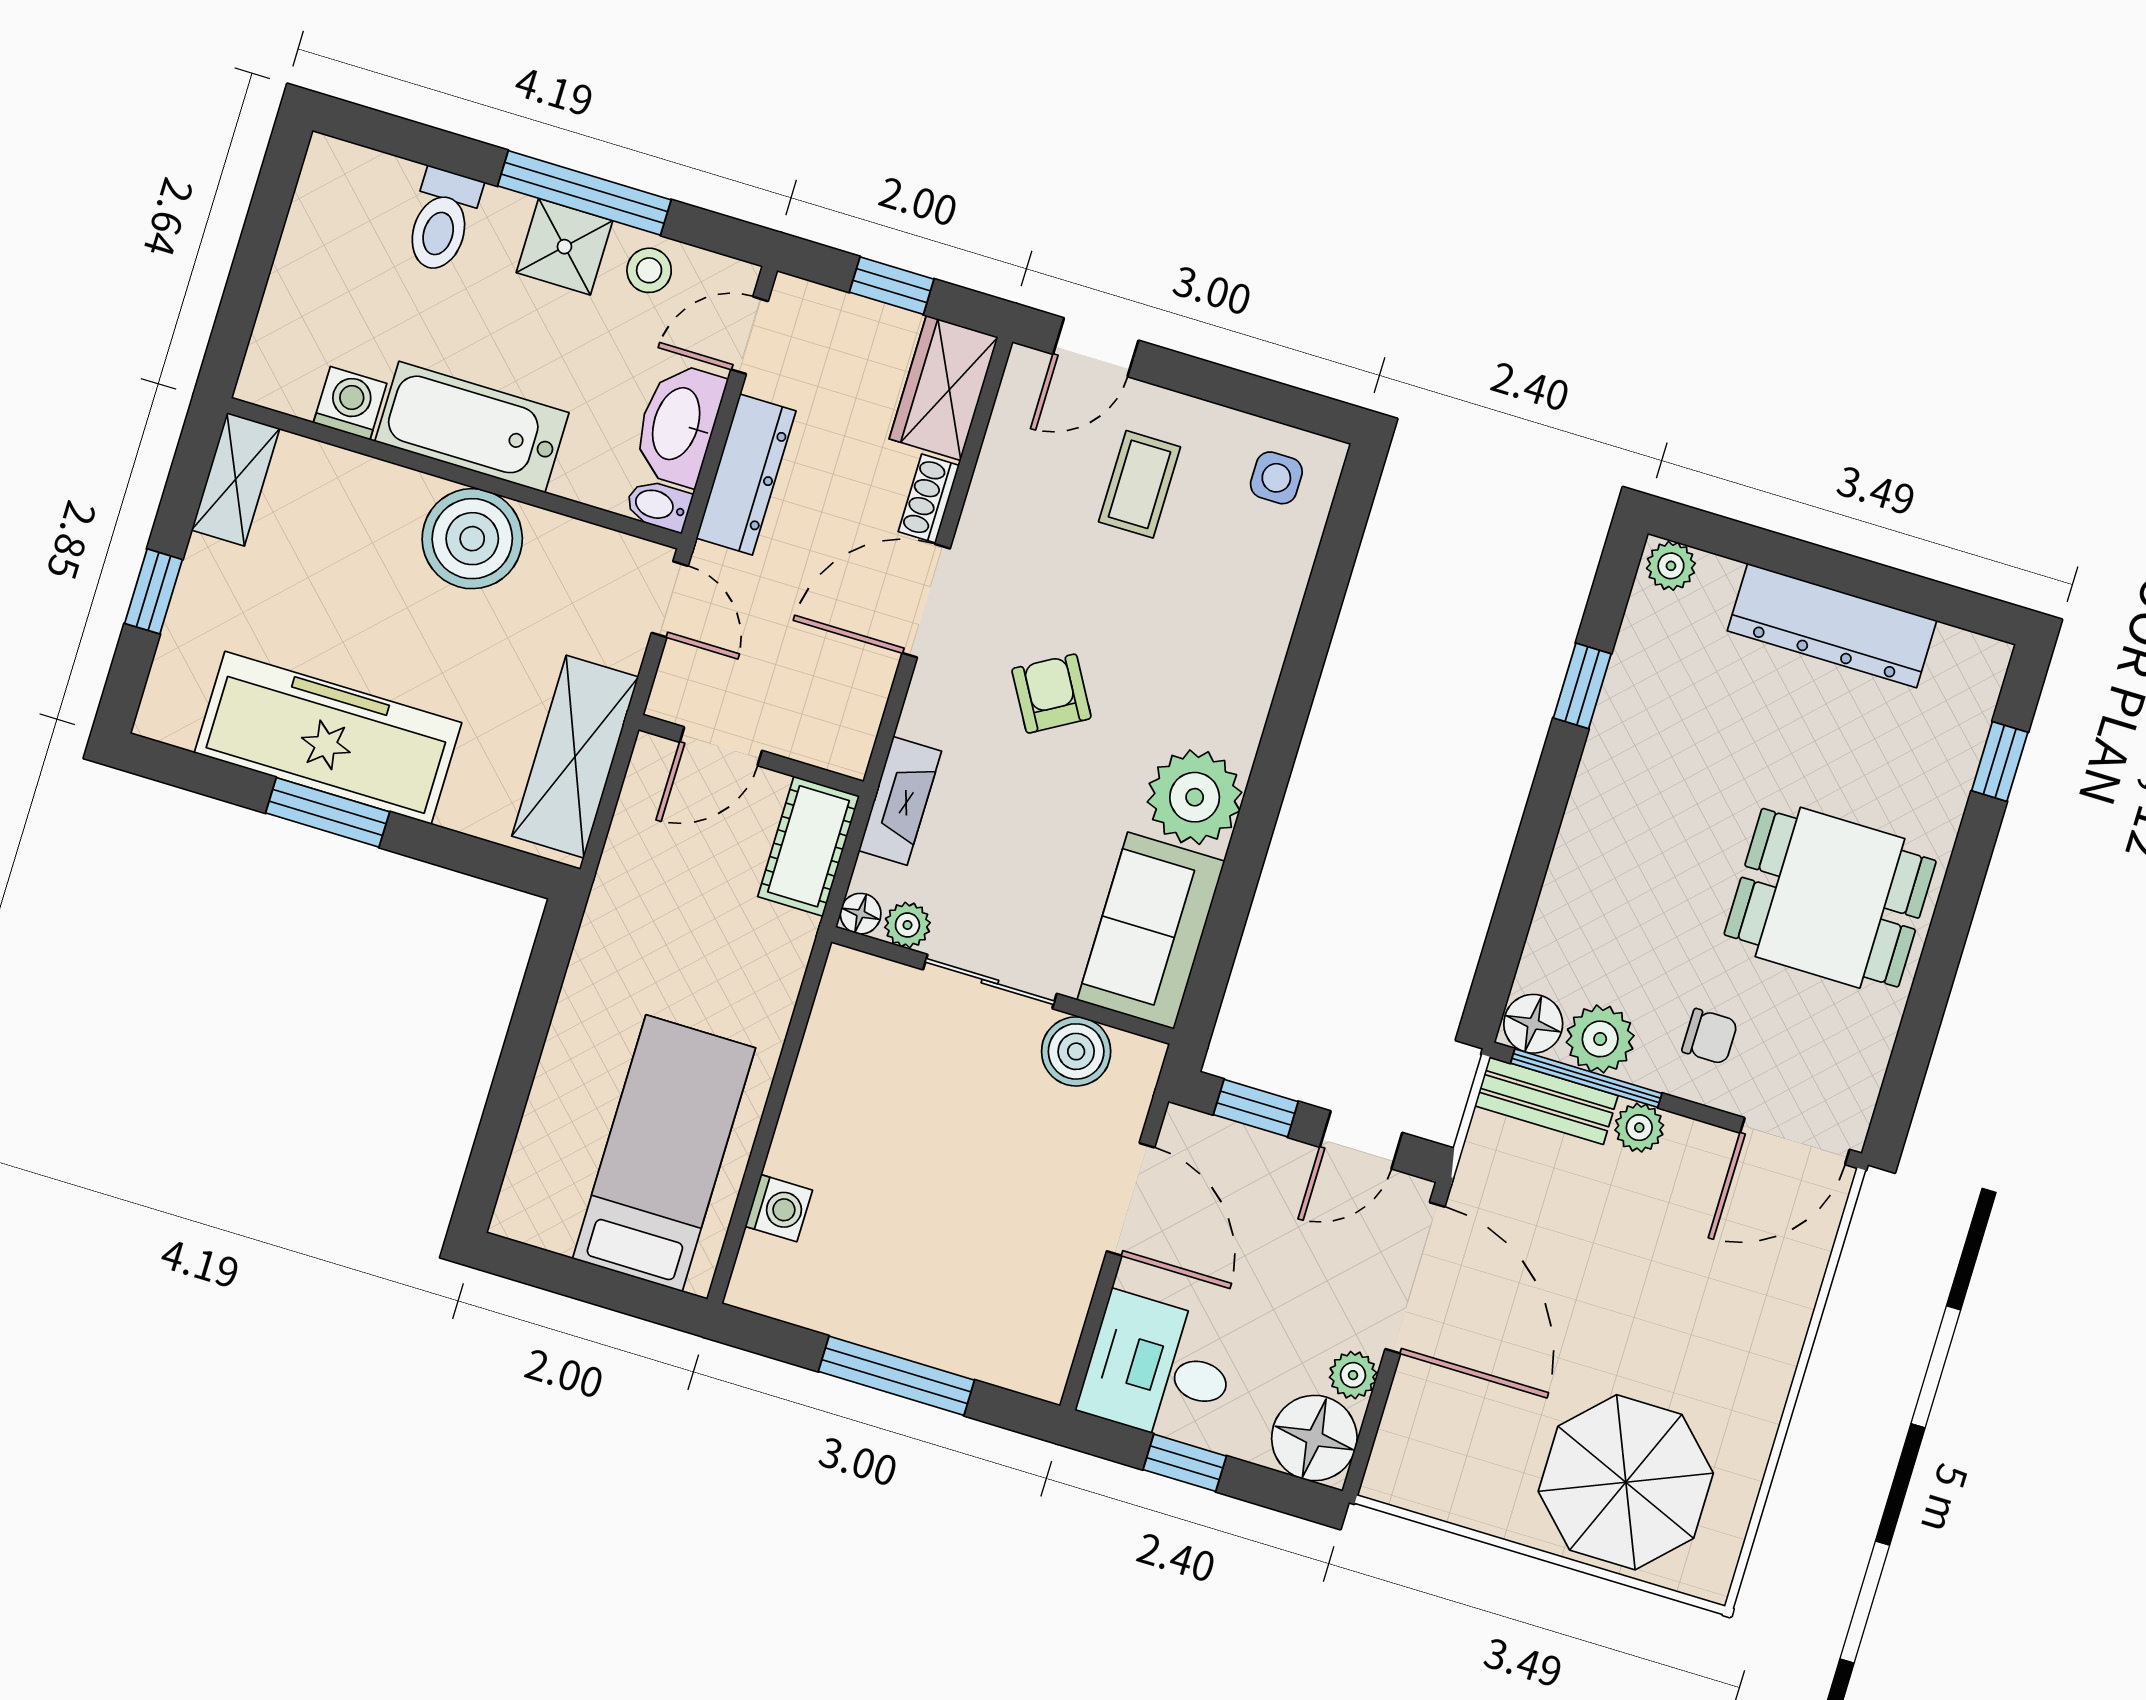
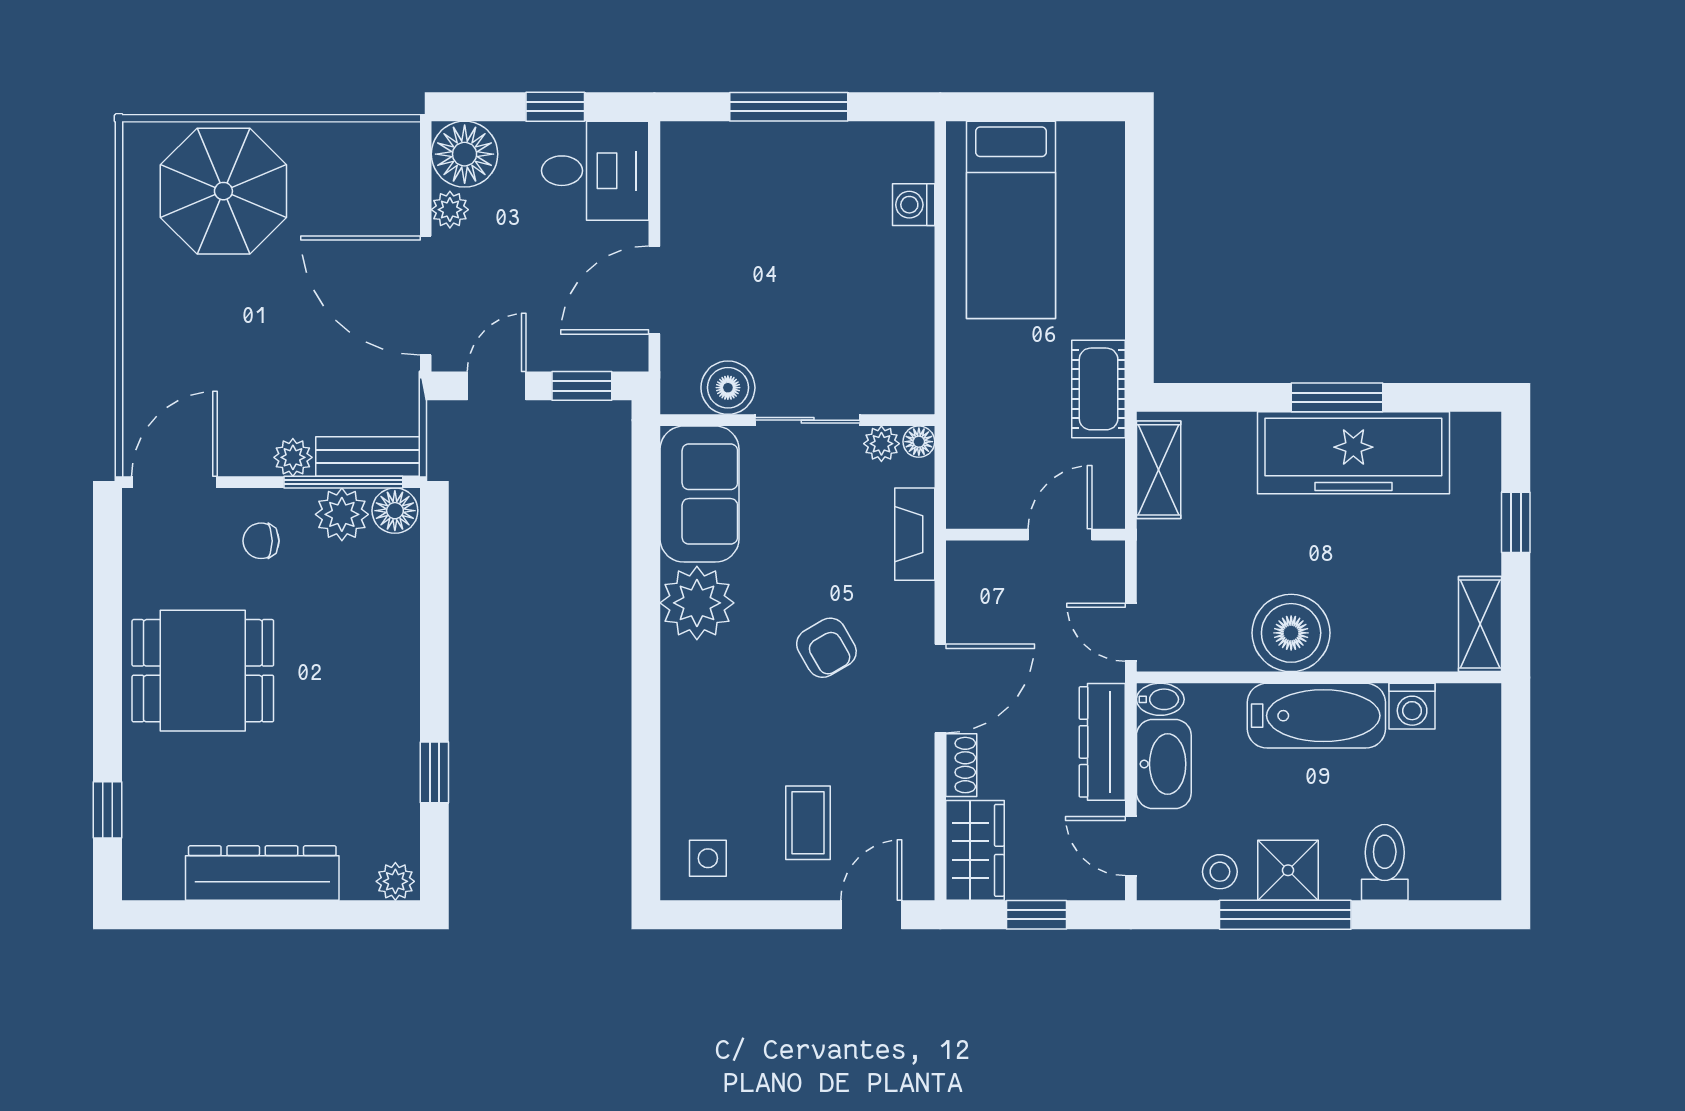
door: (750, 335) -> (1131, 846), swing flipped
shelving: (575, 757) -> (1159, 470), width x0.67, depth x0.75
cot: (809, 846) -> (1099, 389), moved
door: (1131, 1199) -> (654, 290), hinge flipped

